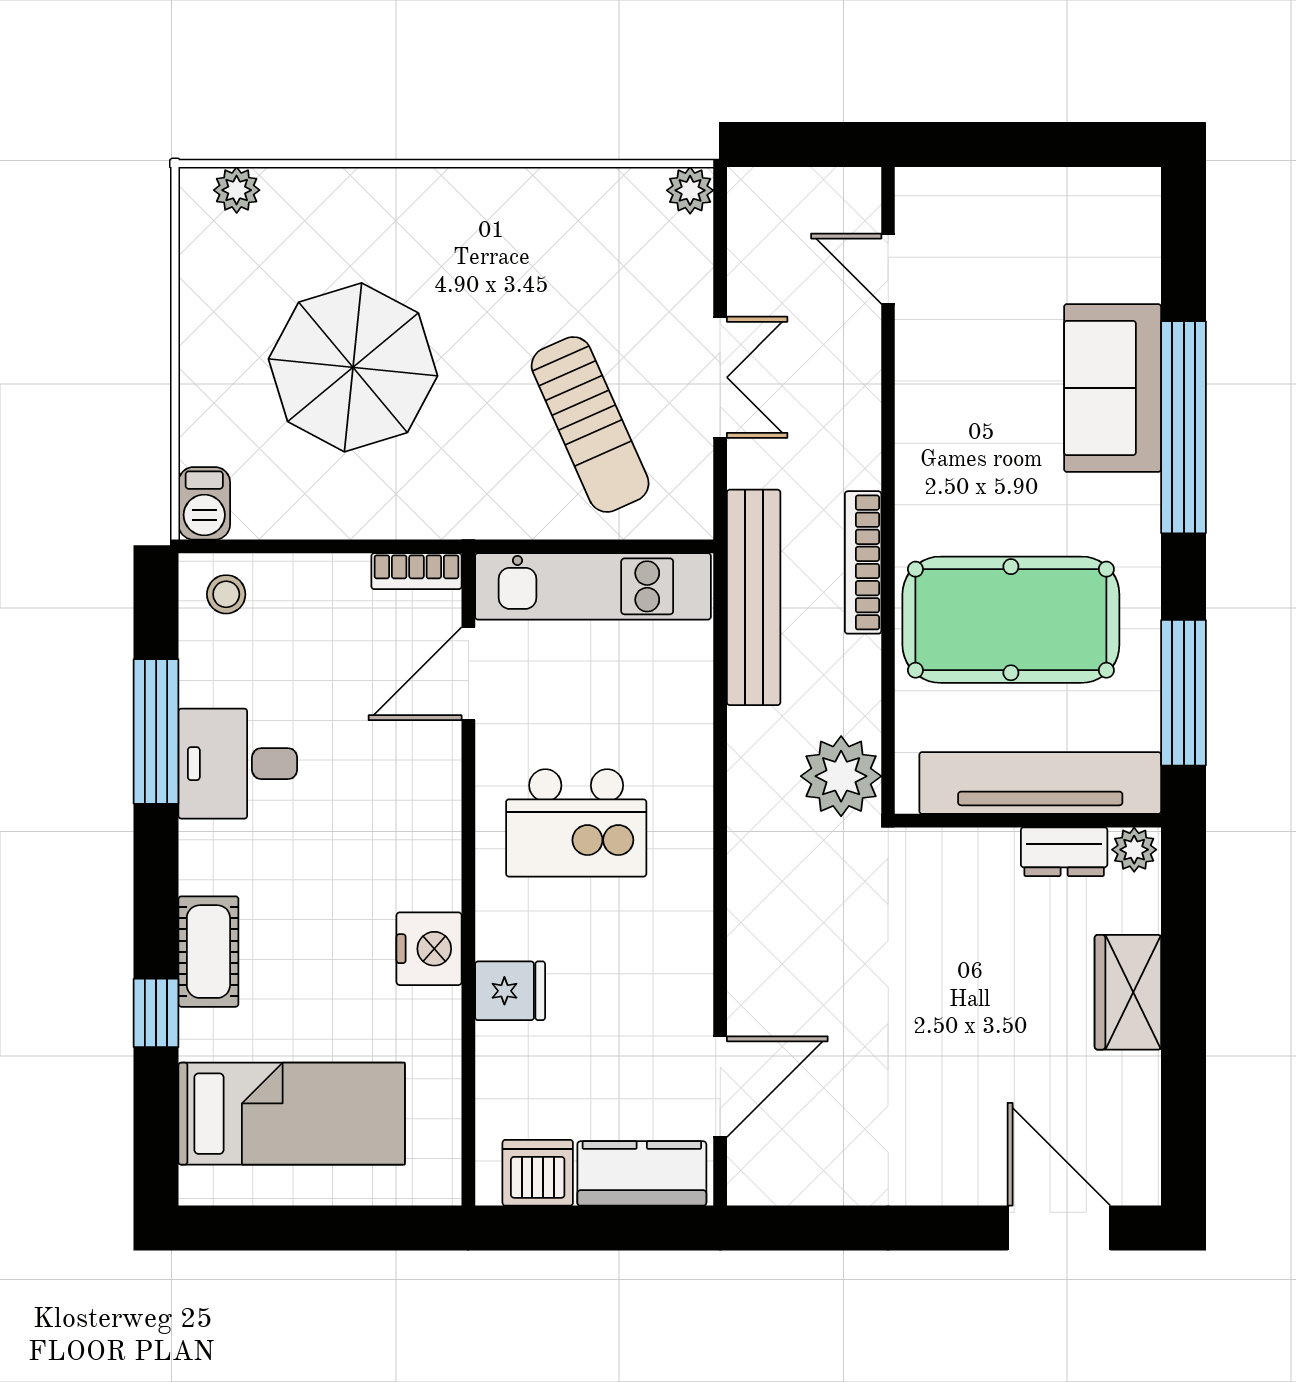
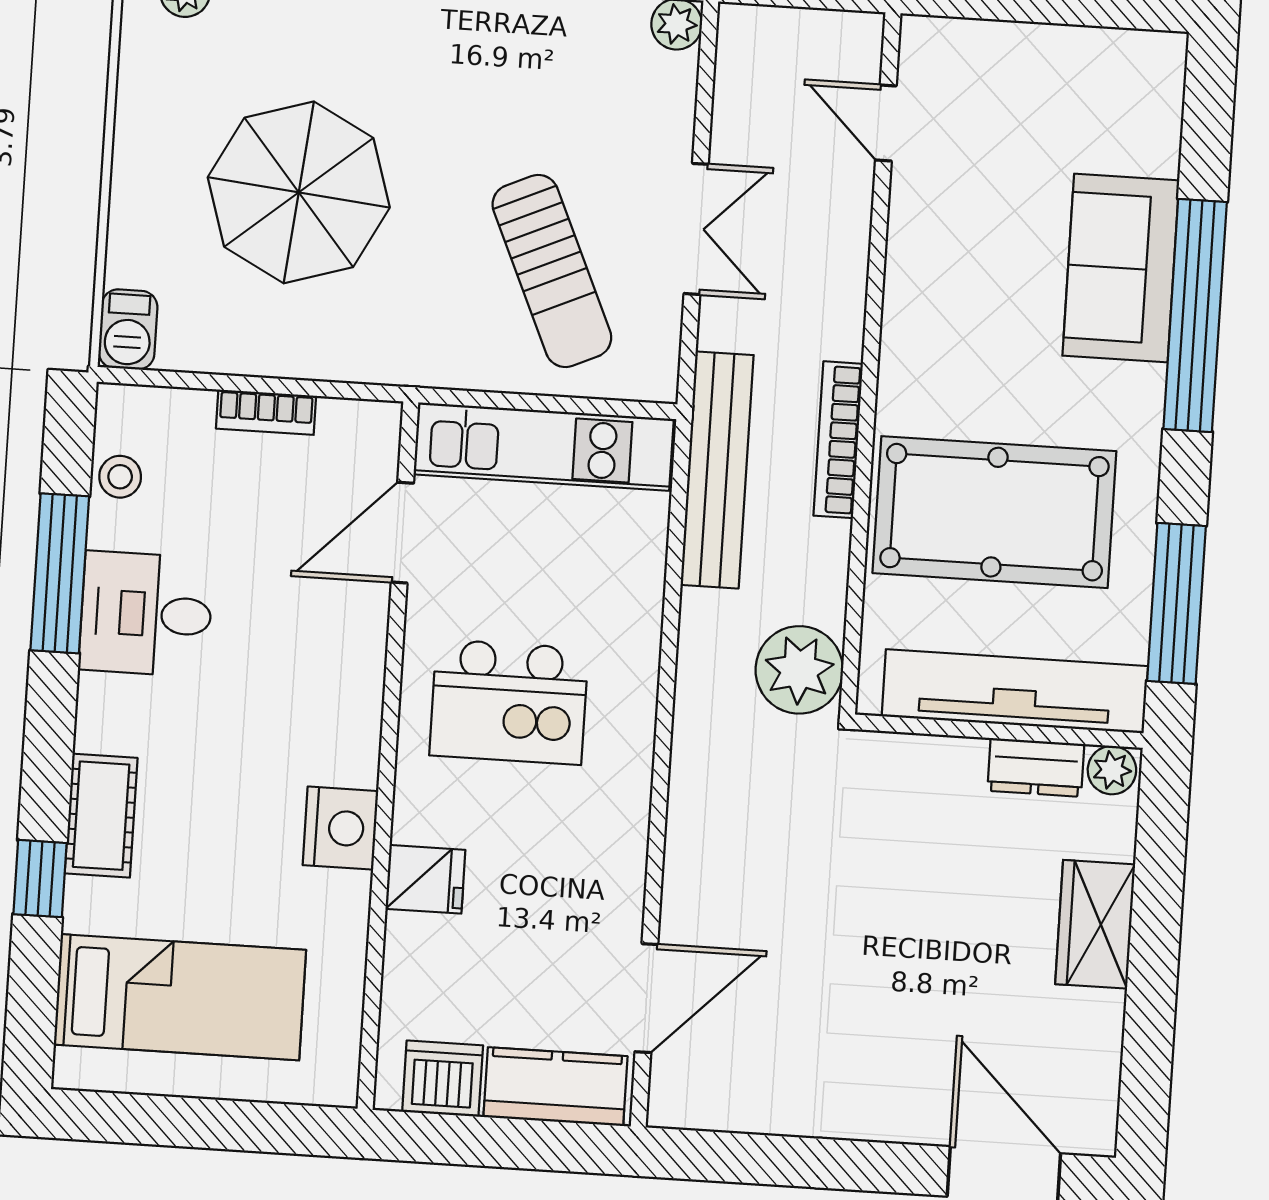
bookcase: (416, 571) -> (266, 412), moved
stool: (226, 594) -> (120, 477), moved

